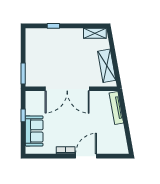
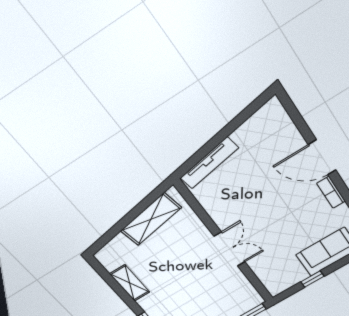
shelving: (95, 33) -> (130, 283), moved
double door: (67, 89) -> (230, 249), width x0.54

